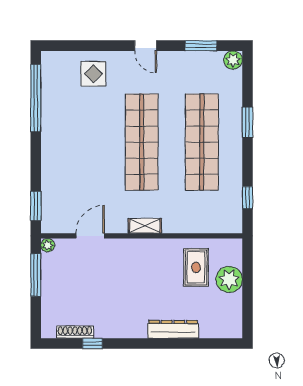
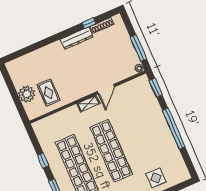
window: (36, 98) -> (174, 129), moved
window: (248, 198) -> (43, 160), moved
door: (90, 236) -> (106, 89), moved
dresser: (173, 329) -> (77, 38), moved

